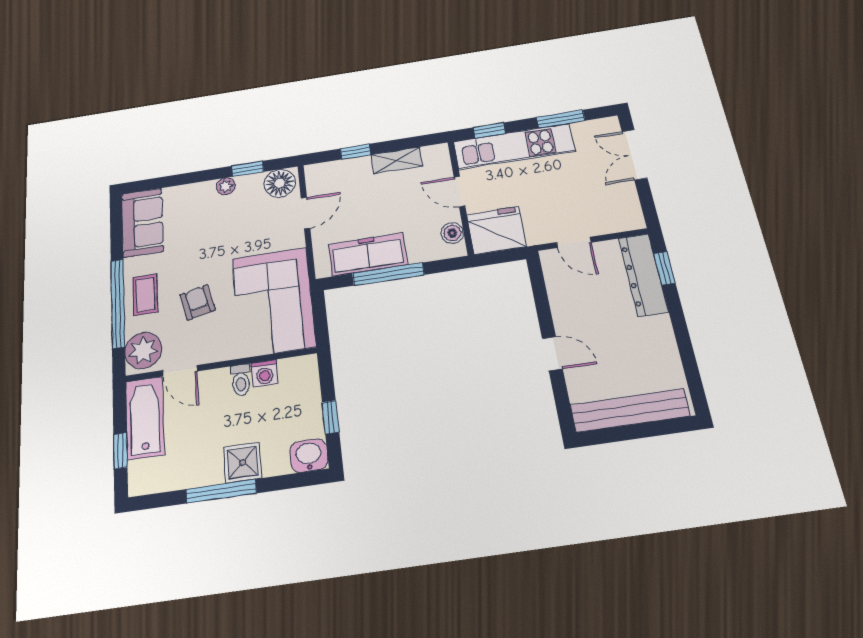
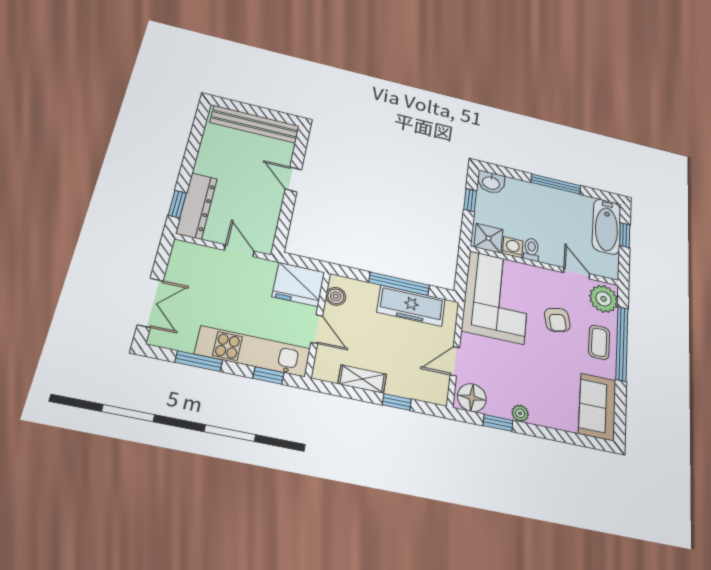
bathtub: (145, 418) -> (607, 227), moved
shower: (243, 462) -> (489, 238), moved

